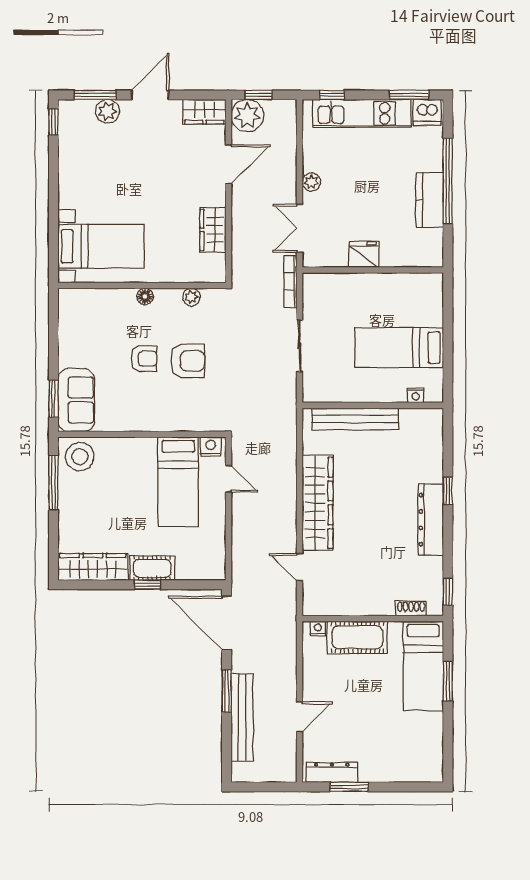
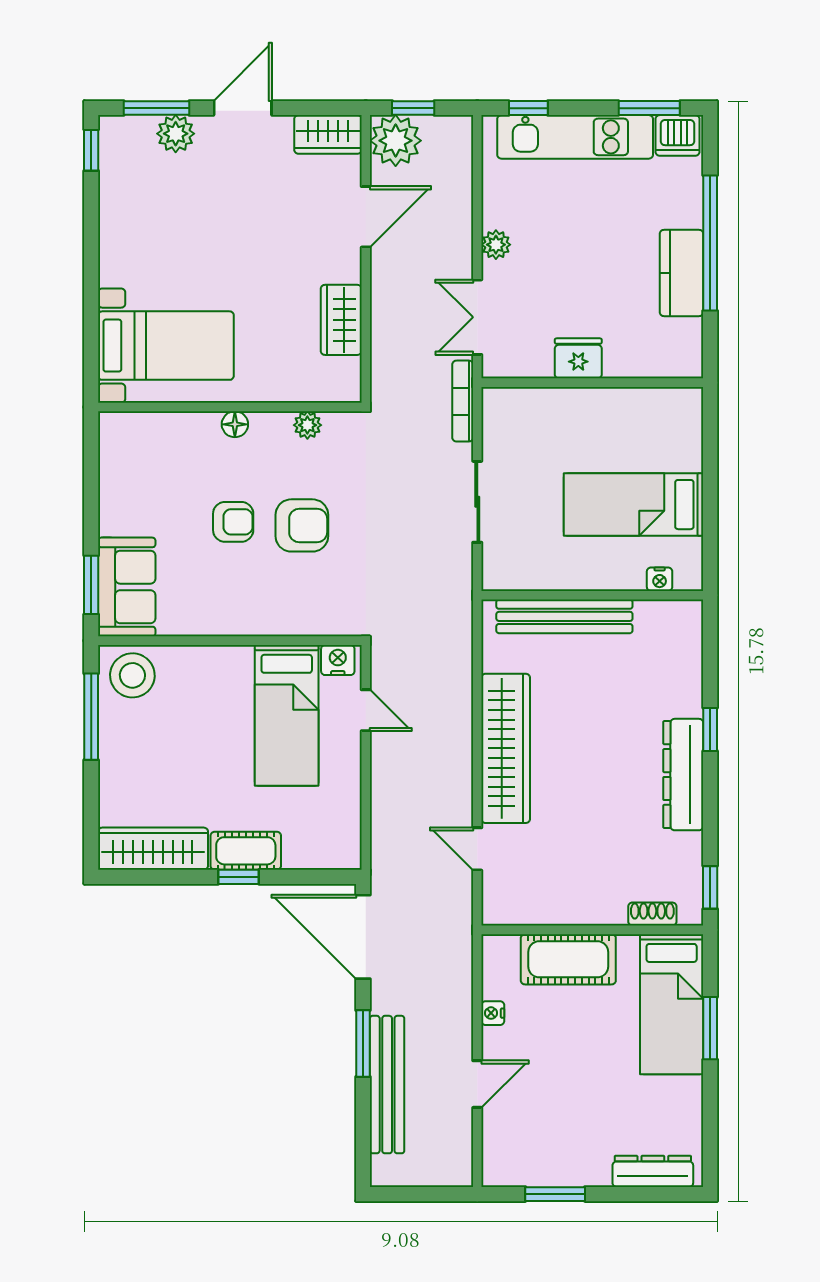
nightstand: (318, 628) -> (493, 1013), moved, turned -90
dresser: (332, 772) -> (653, 1171), moved

